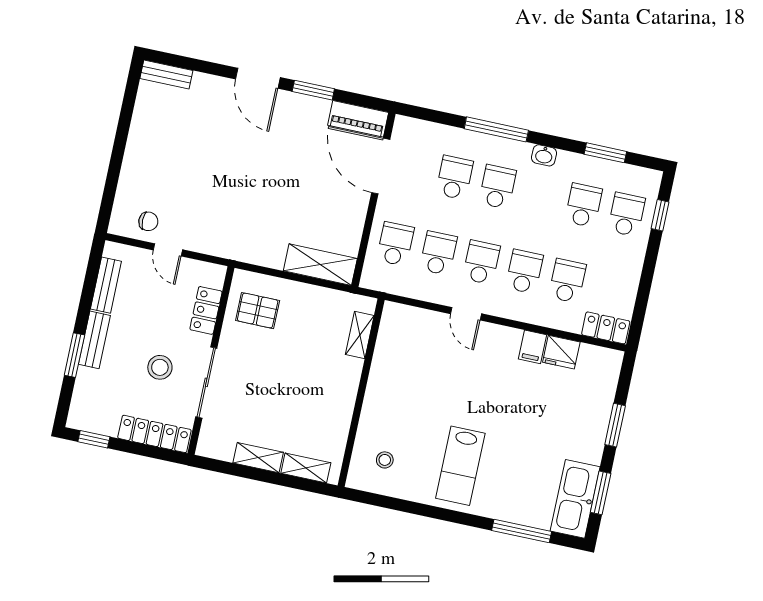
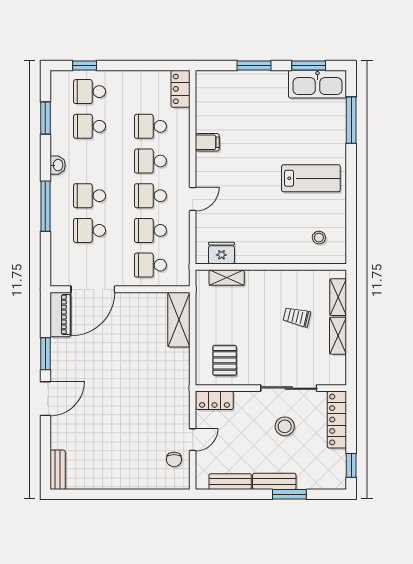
chair: (148, 221) -> (174, 459), turned 180
locker: (206, 310) -> (214, 400), moved
fridge: (561, 352) -> (221, 253), moved, turned -90
trolley: (292, 412) -> (297, 317), added

